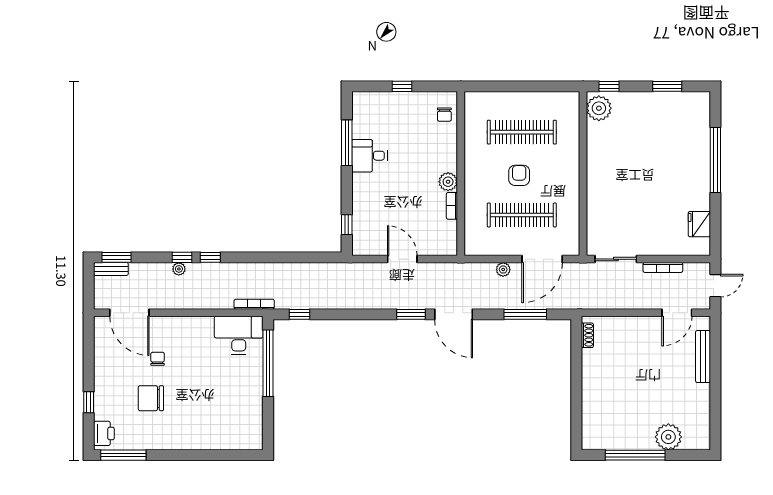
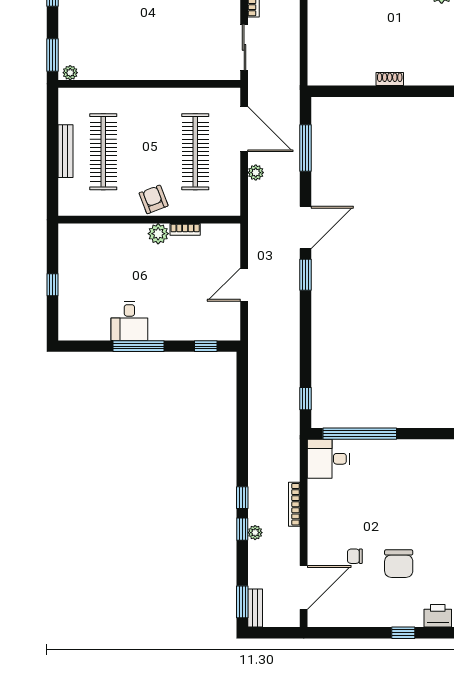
window: (609, 86) -> (52, 55), width x1.50
bench: (522, 98) -> (65, 151), added
plant: (599, 108) -> (70, 73), width x0.53, depth x0.53
chair: (444, 115) -> (84, 238), removed
window: (347, 143) -> (139, 346), moved
armchair: (519, 175) -> (154, 199), moved, turned 69
bookcase: (254, 304) -> (294, 504), moved
desk: (239, 335) -> (328, 459), width x0.73
shoe rack: (587, 335) -> (390, 79), moved

